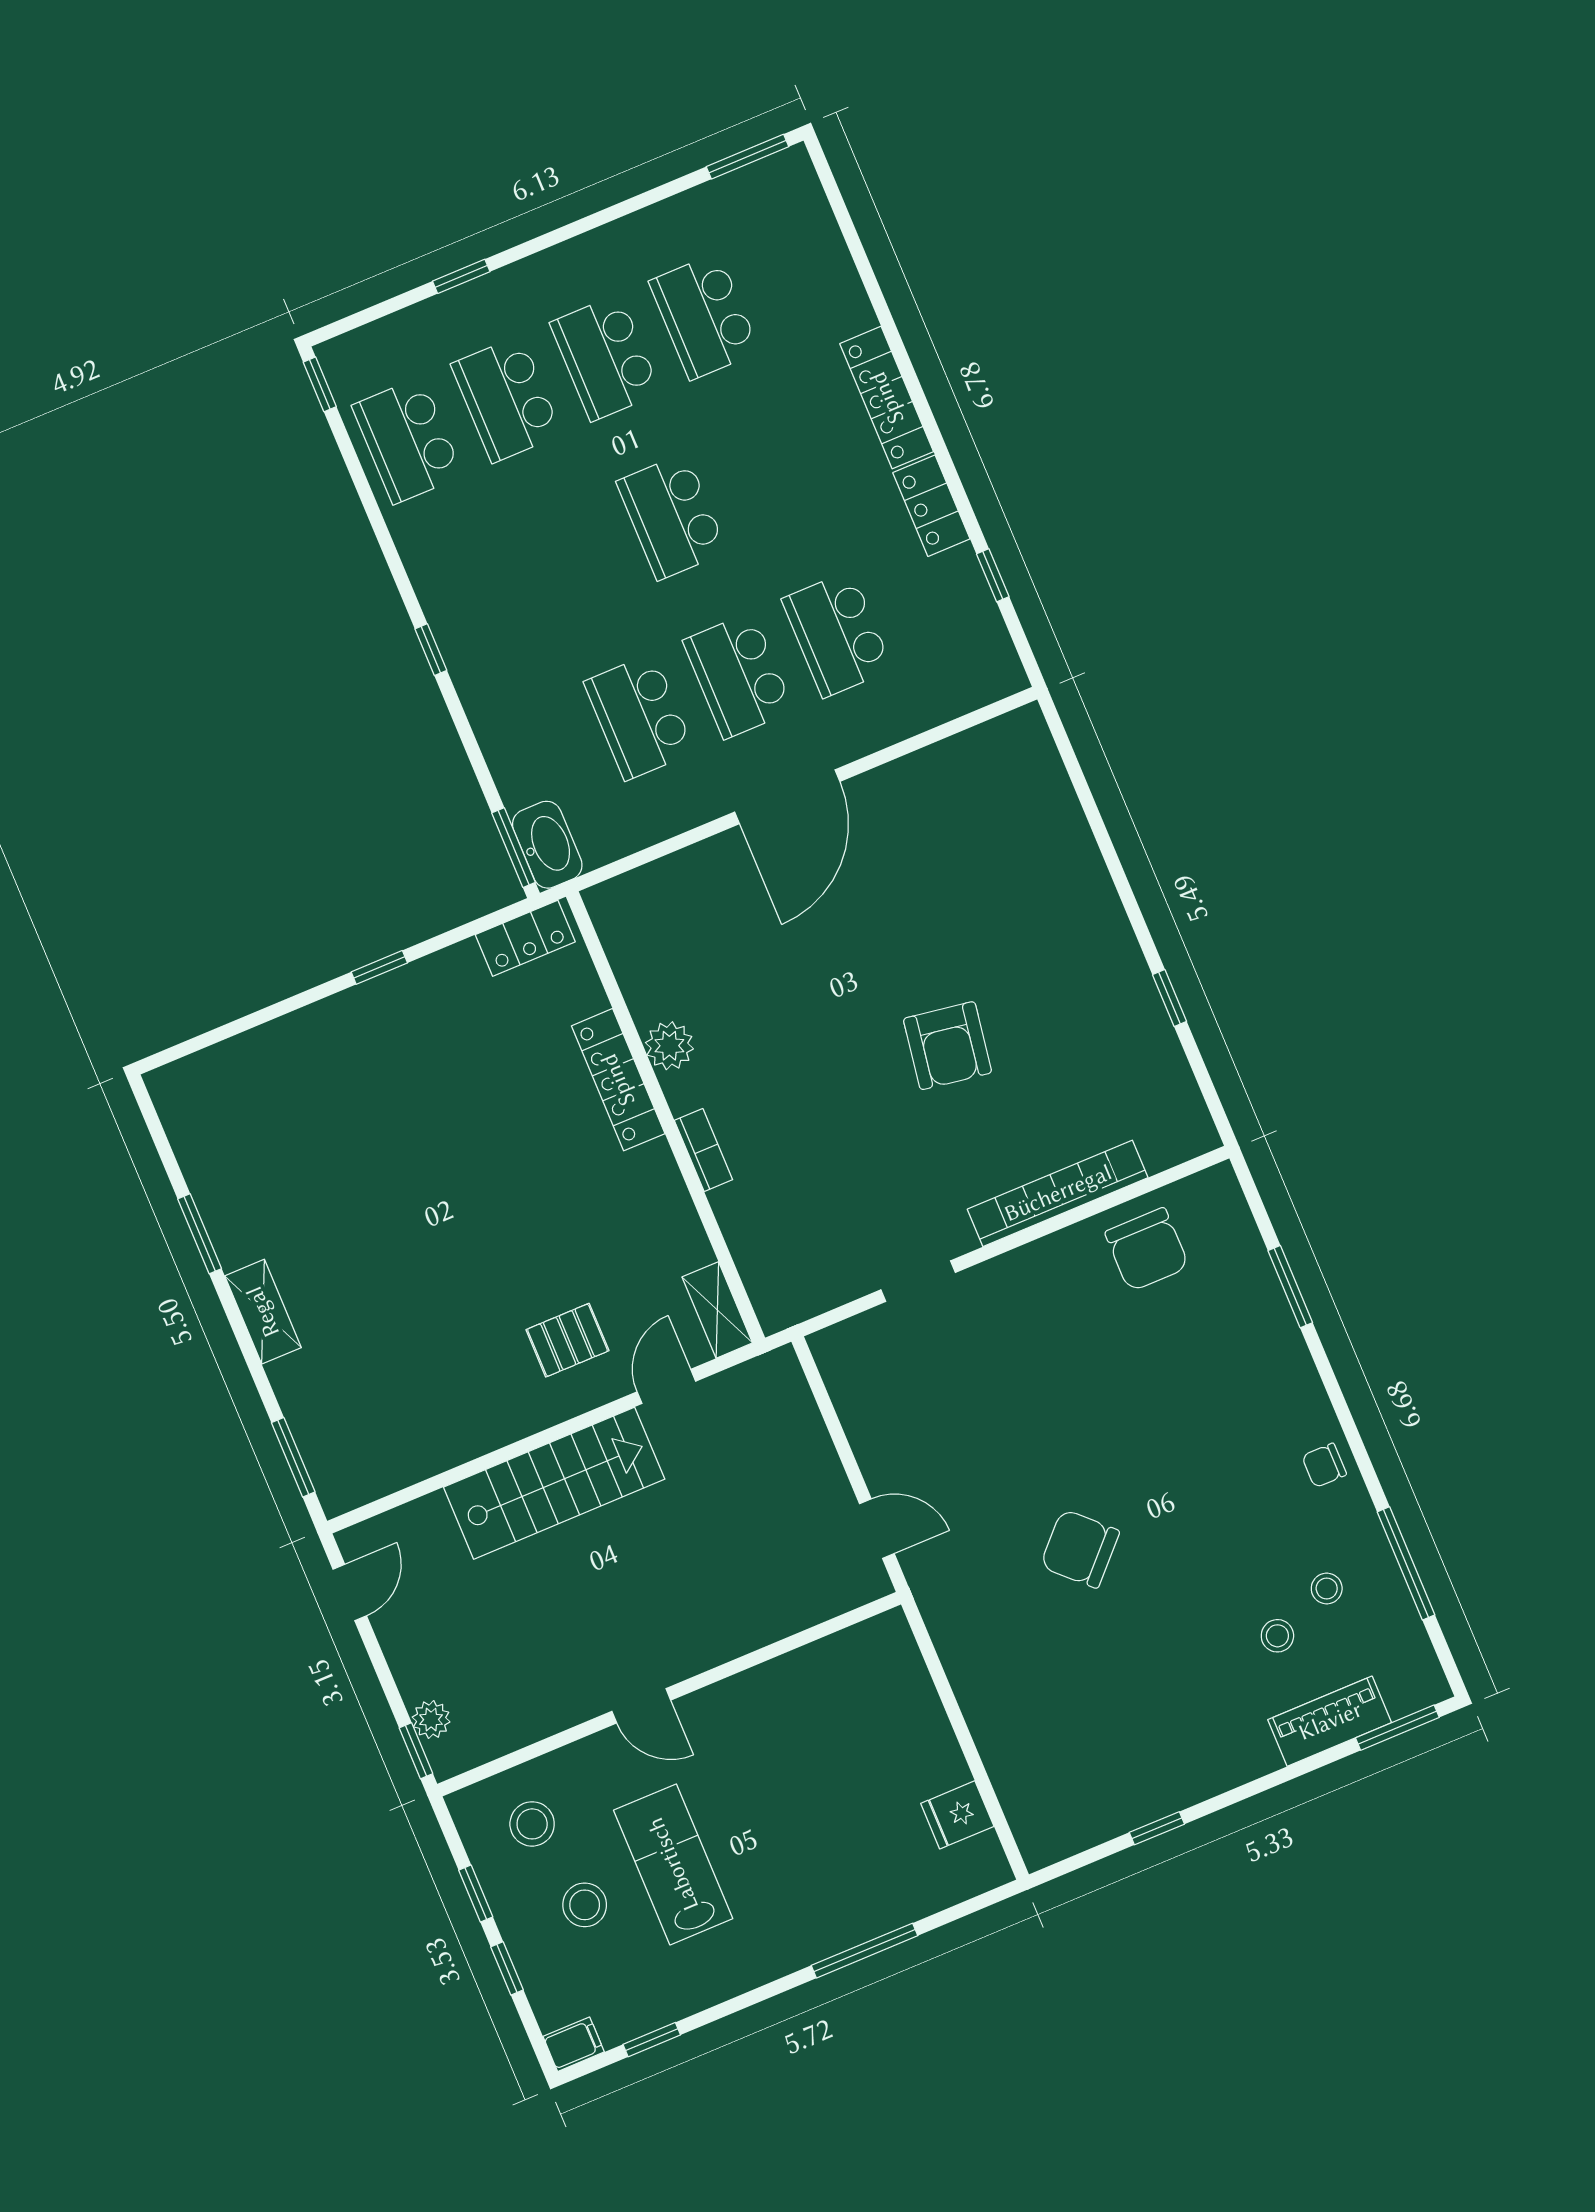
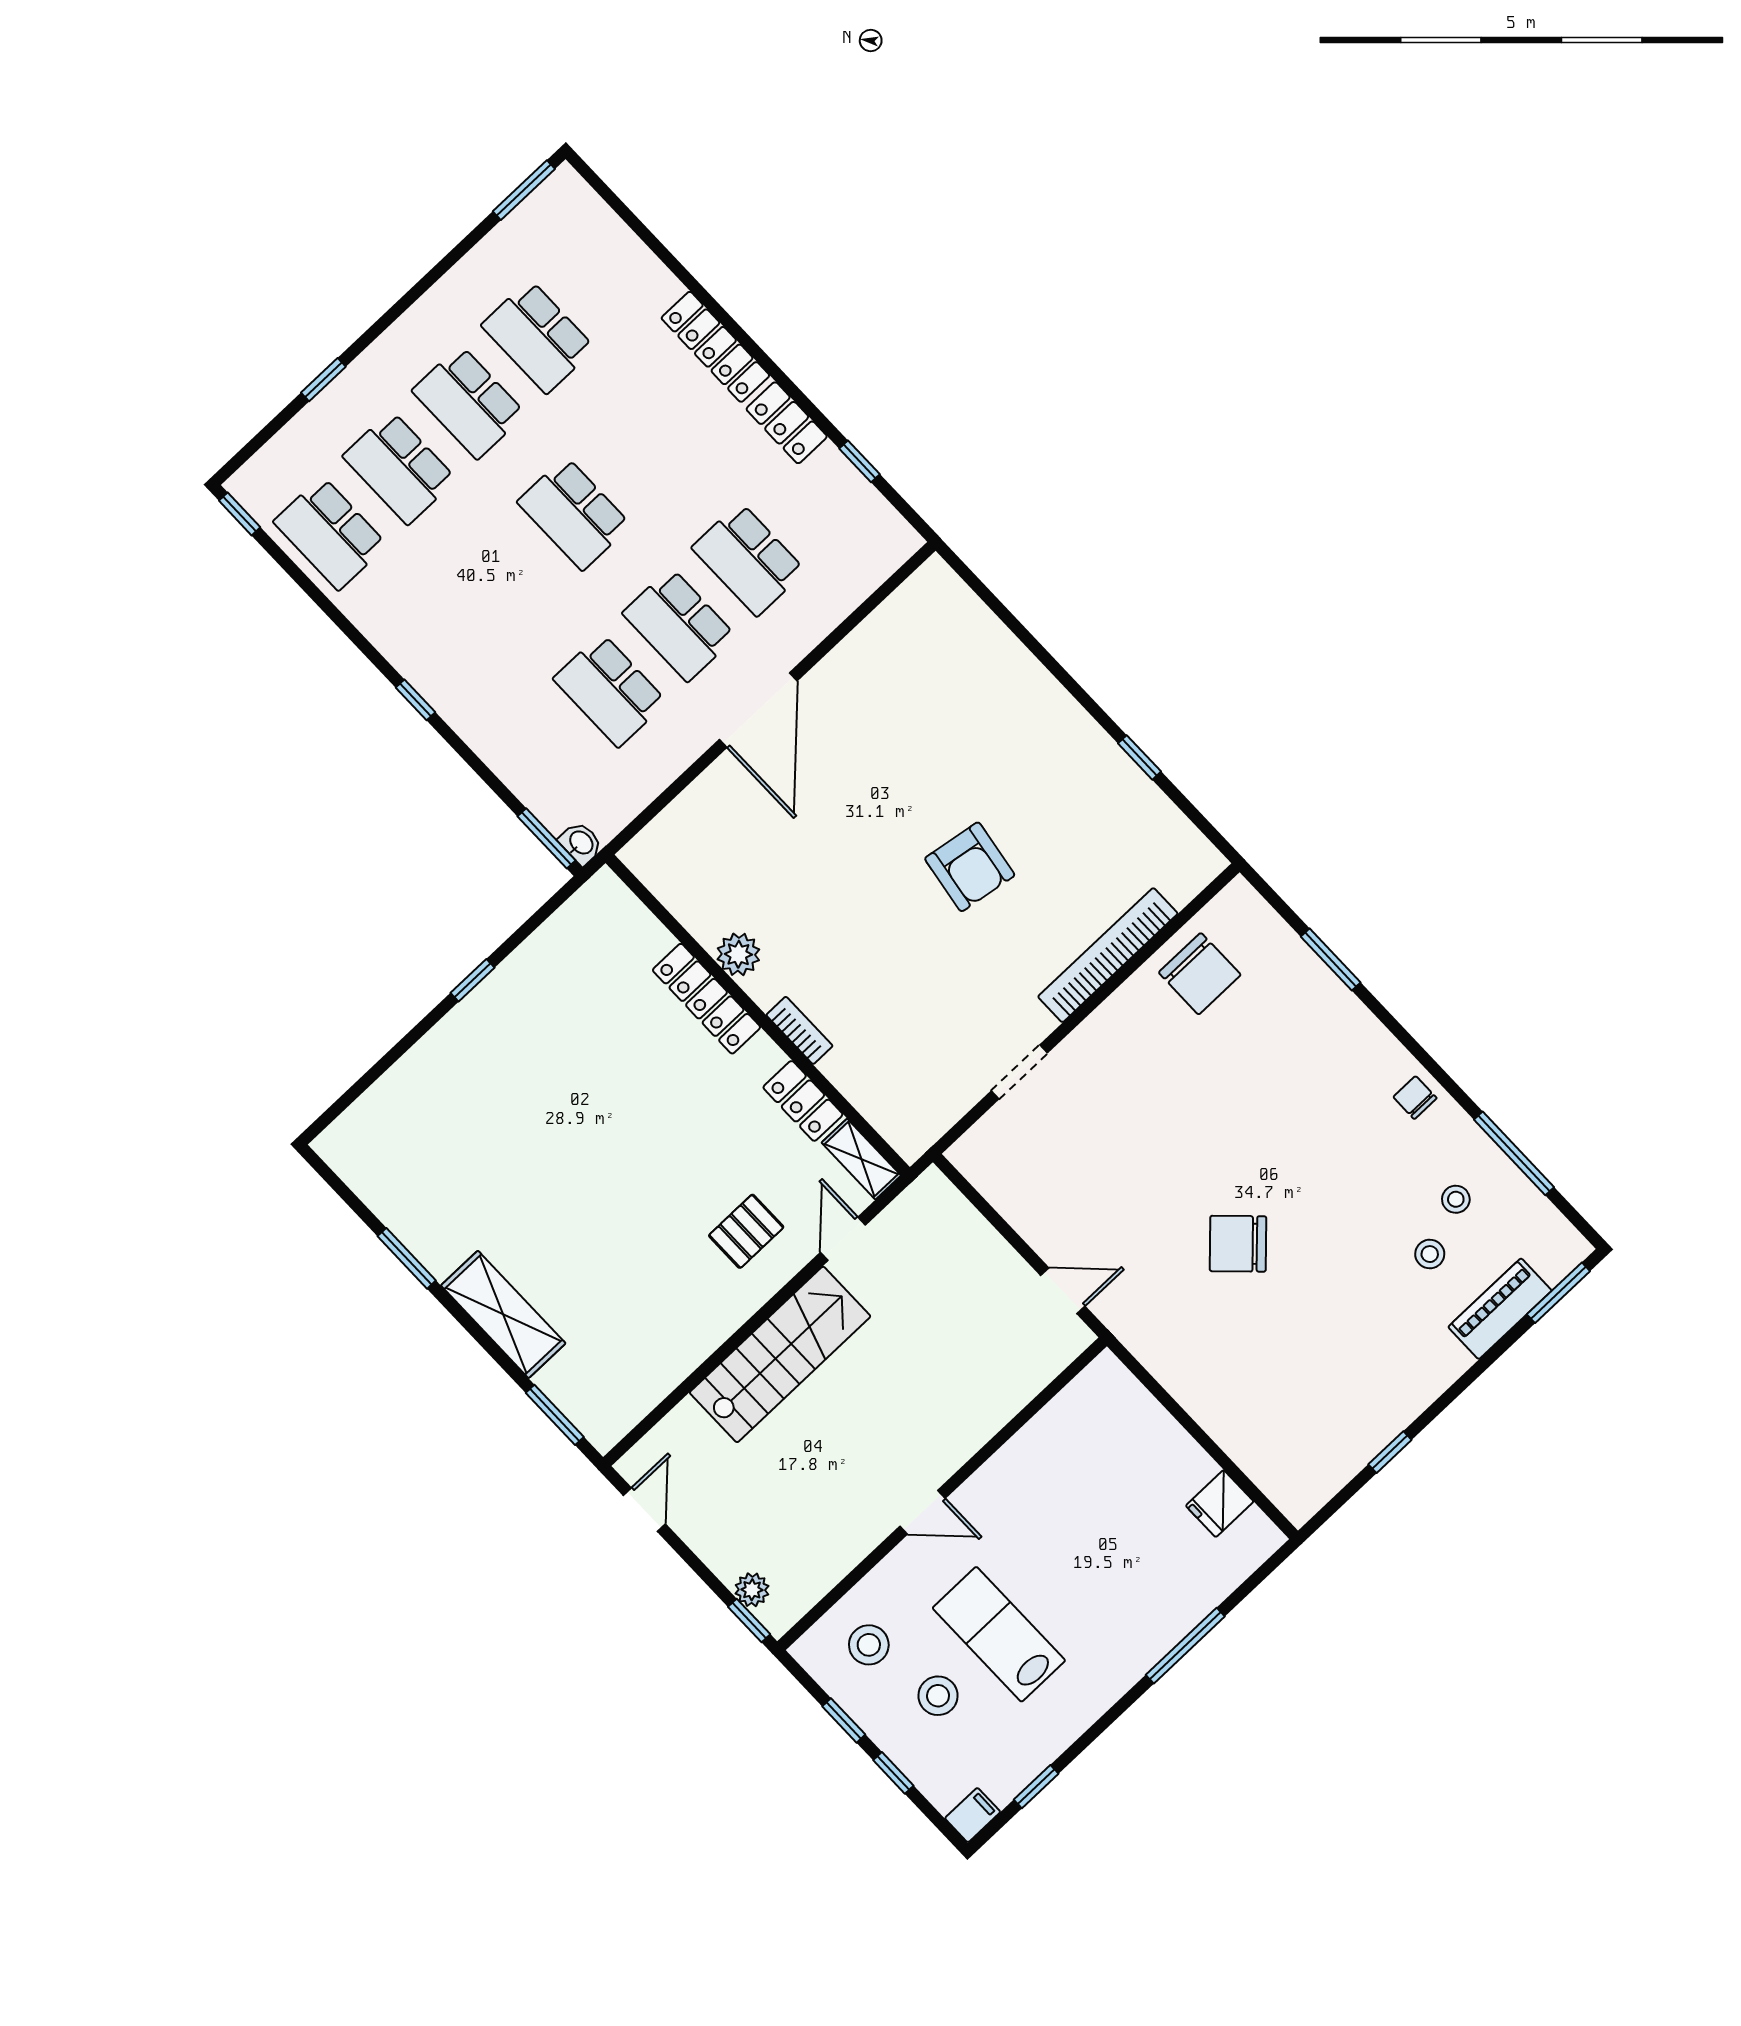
washbasin: (547, 845) -> (581, 843), width x0.52, depth x0.69
locker: (525, 938) -> (803, 1101), moved, turned 90
shelving: (263, 1312) -> (503, 1314), width x1.50, depth x1.33
chair: (1324, 1465) -> (1415, 1098), turned 90

